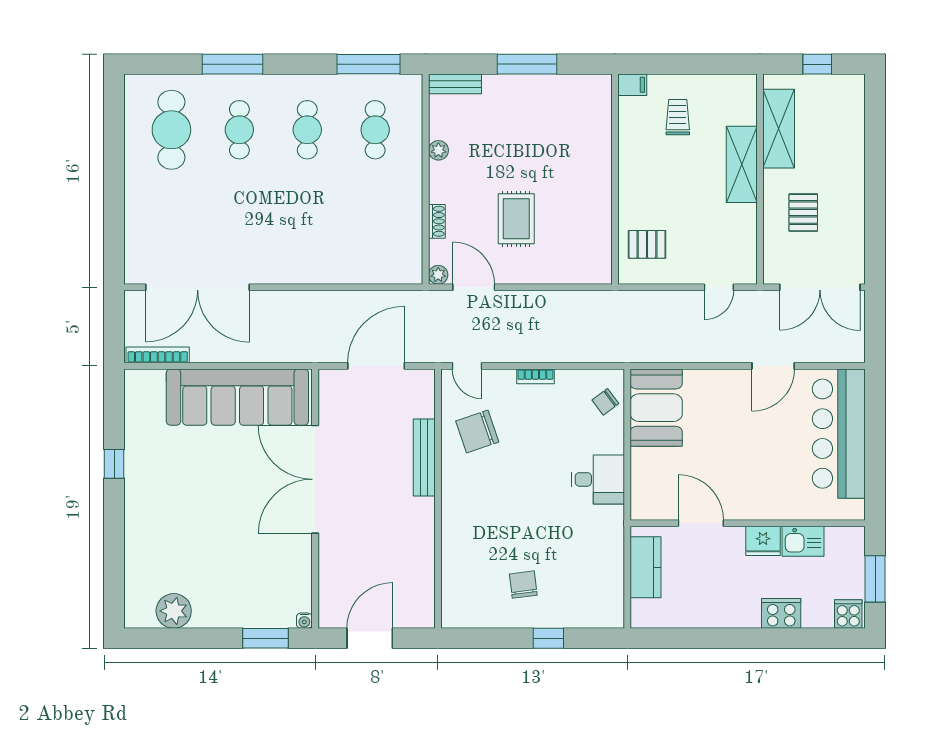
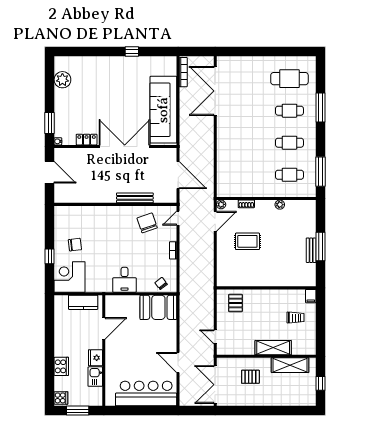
bench: (455, 84) -> (311, 250), moved
locker: (300, 560) -> (87, 140), added
corner desk: (592, 596) -> (70, 277), added

